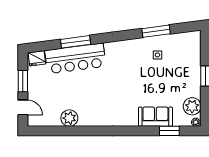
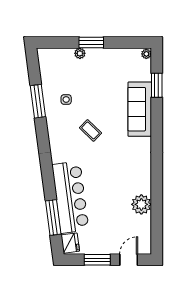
window: (76, 42) -> (53, 218), moved
coffee table: (131, 75) -> (91, 130), added
plant: (192, 106) -> (80, 53), moved, width x0.53, depth x0.53
sofa: (155, 117) -> (140, 109), width x1.36

